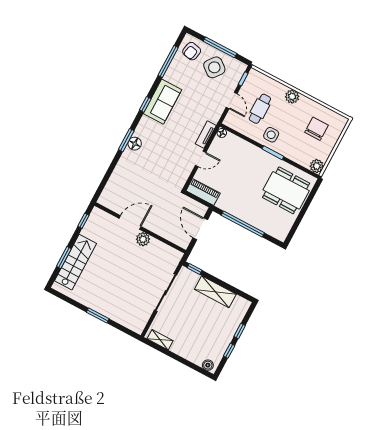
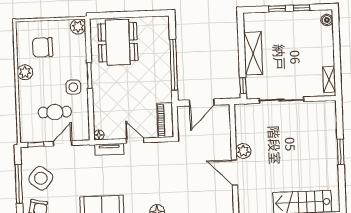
plant: (292, 97) -> (25, 72), moved

